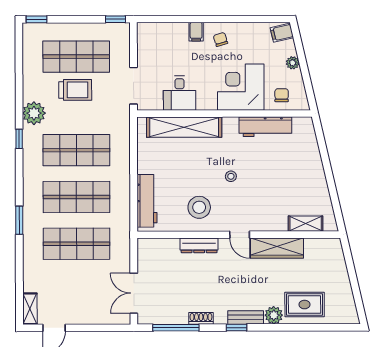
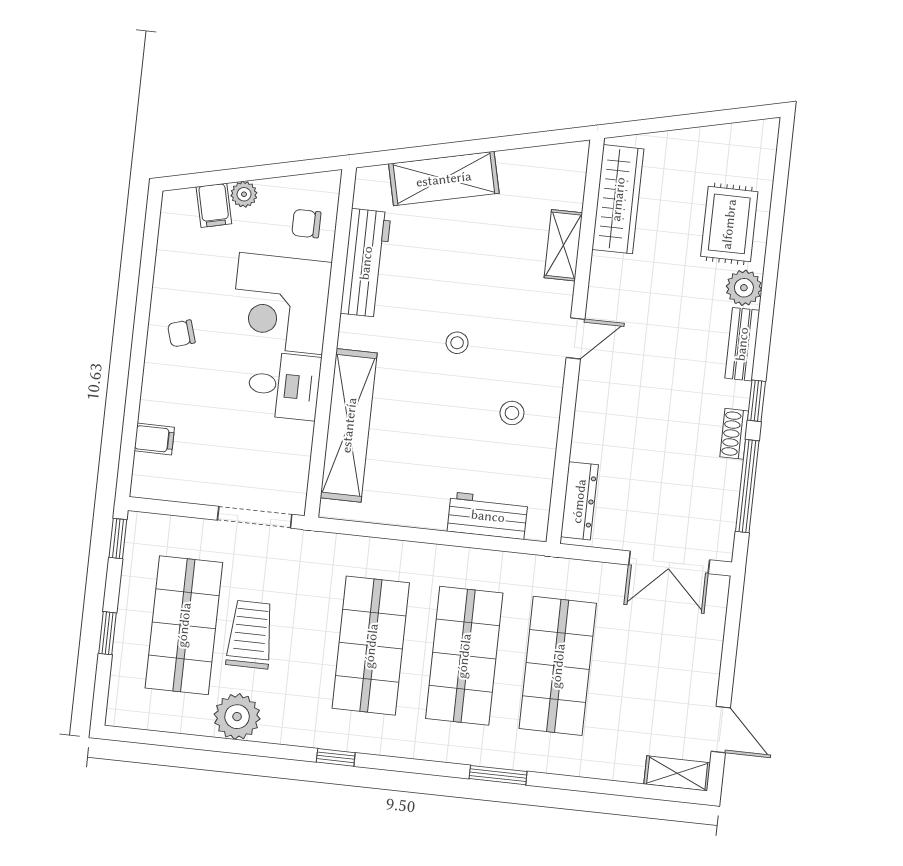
window: (36, 19) -> (108, 633), moved
filing cabinet: (196, 32) -> (154, 439), moved
filing cabinet: (282, 33) -> (214, 205), moved
desk: (180, 93) -> (284, 386), moved
plant: (34, 113) -> (237, 717), moved
shelving: (311, 161) -> (444, 179), added
workbench: (147, 201) -> (488, 516), width x0.73
stool: (199, 207) -> (512, 413), width x0.53, depth x0.53
shelving: (306, 224) -> (563, 245), moved
dresser: (199, 245) -> (579, 501), moved
wardrobe: (277, 248) -> (618, 199), moved
window: (237, 328) -> (756, 401), moved

